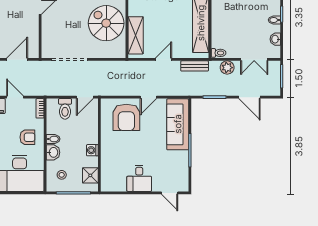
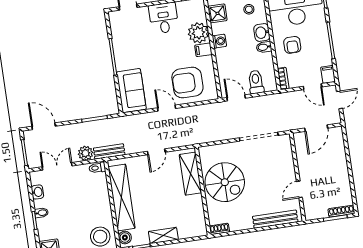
bench: (195, 66) -> (109, 151), moved
door: (85, 97) -> (236, 98), hinge flipped
door: (148, 97) -> (167, 108), hinge flipped
door: (249, 97) -> (44, 126), moved
armchair: (126, 117) -> (187, 83), turned -90
sofa: (178, 124) -> (131, 91), width x0.73
armchair: (27, 137) -> (292, 45), turned -90
filing cabinet: (108, 145) -> (203, 50), added
plant: (110, 160) -> (198, 33), added

